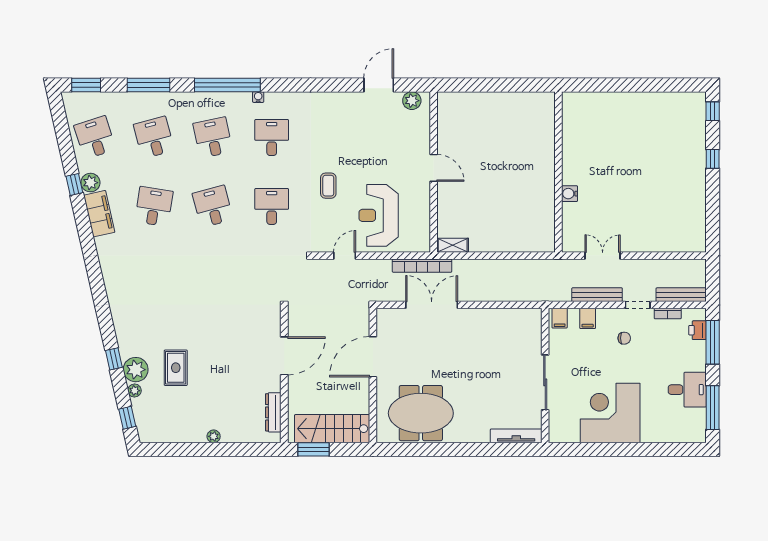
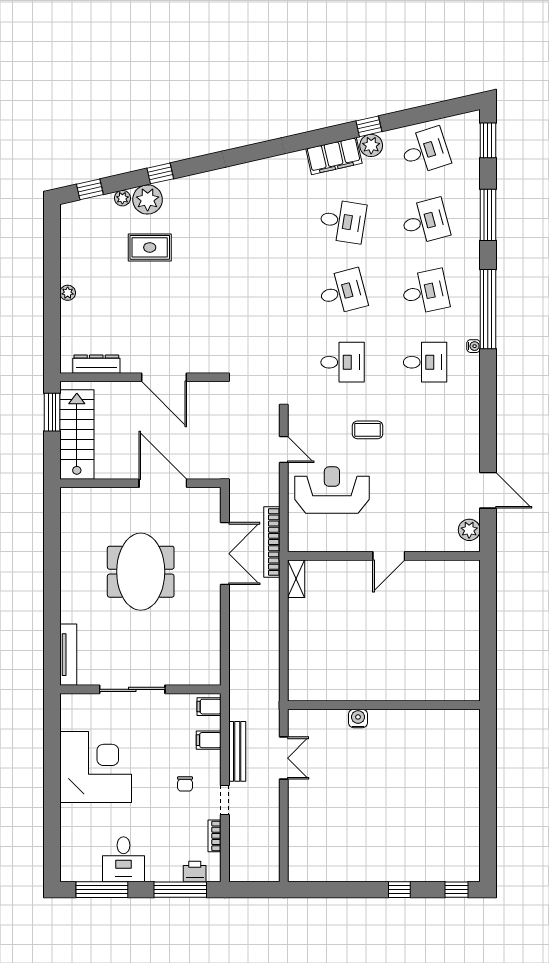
bench: (681, 295) -> (237, 852), removed
meeting table: (421, 413) -> (141, 572), moved

